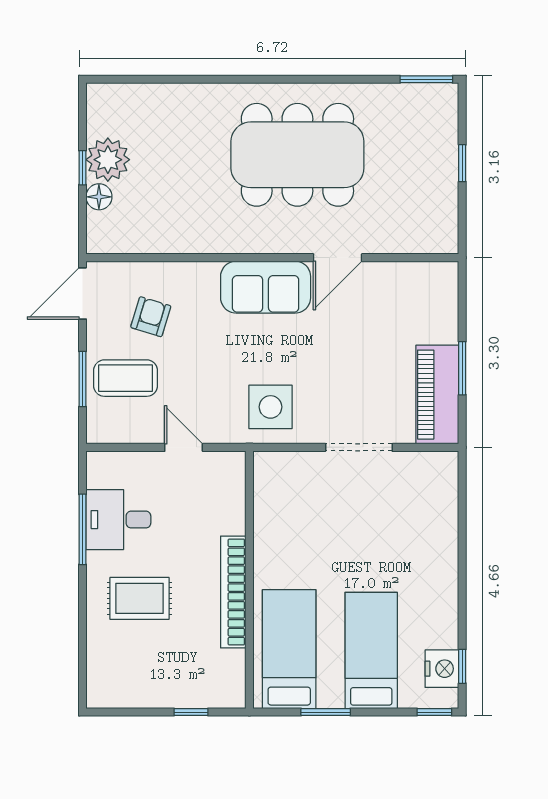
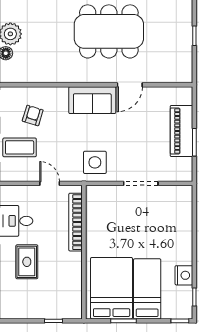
piano: (437, 395) -> (181, 131), moved
bookcase: (233, 592) -> (75, 222), moved
rug: (140, 598) -> (27, 262), turned 90
bed: (289, 649) -> (112, 288), width x1.50
nightstand: (442, 669) -> (184, 275), moved

